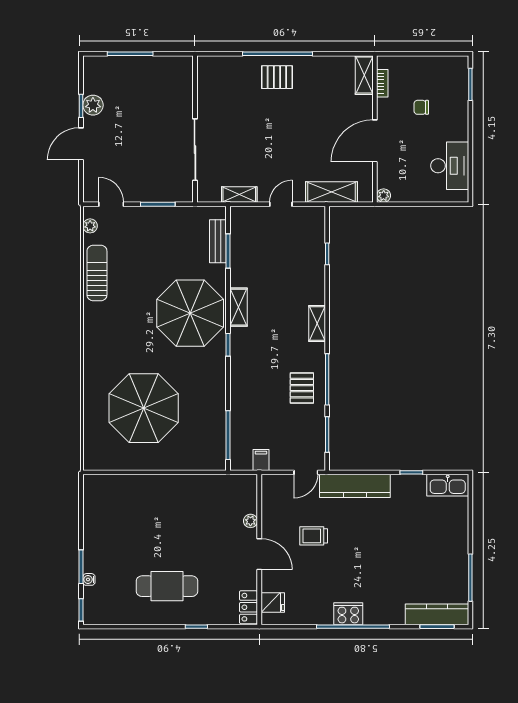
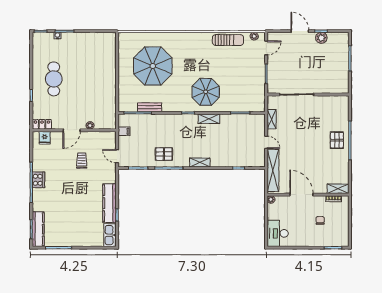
desk: (450, 166) -> (278, 233), moved, turned 90
shelving: (332, 192) -> (273, 170), width x1.47
bench: (218, 241) -> (150, 107), moved
parasol: (190, 313) -> (206, 92), width x0.73, depth x0.73
kitchen counter: (355, 486) -> (109, 203), moved

